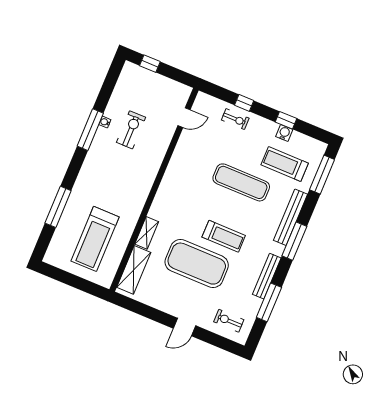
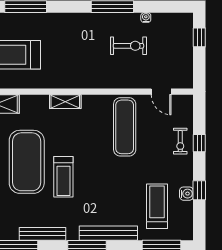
water cooler: (105, 122) -> (146, 18), moved
exercise mat: (241, 182) -> (125, 127), moved
shelving: (147, 233) -> (65, 102), moved

